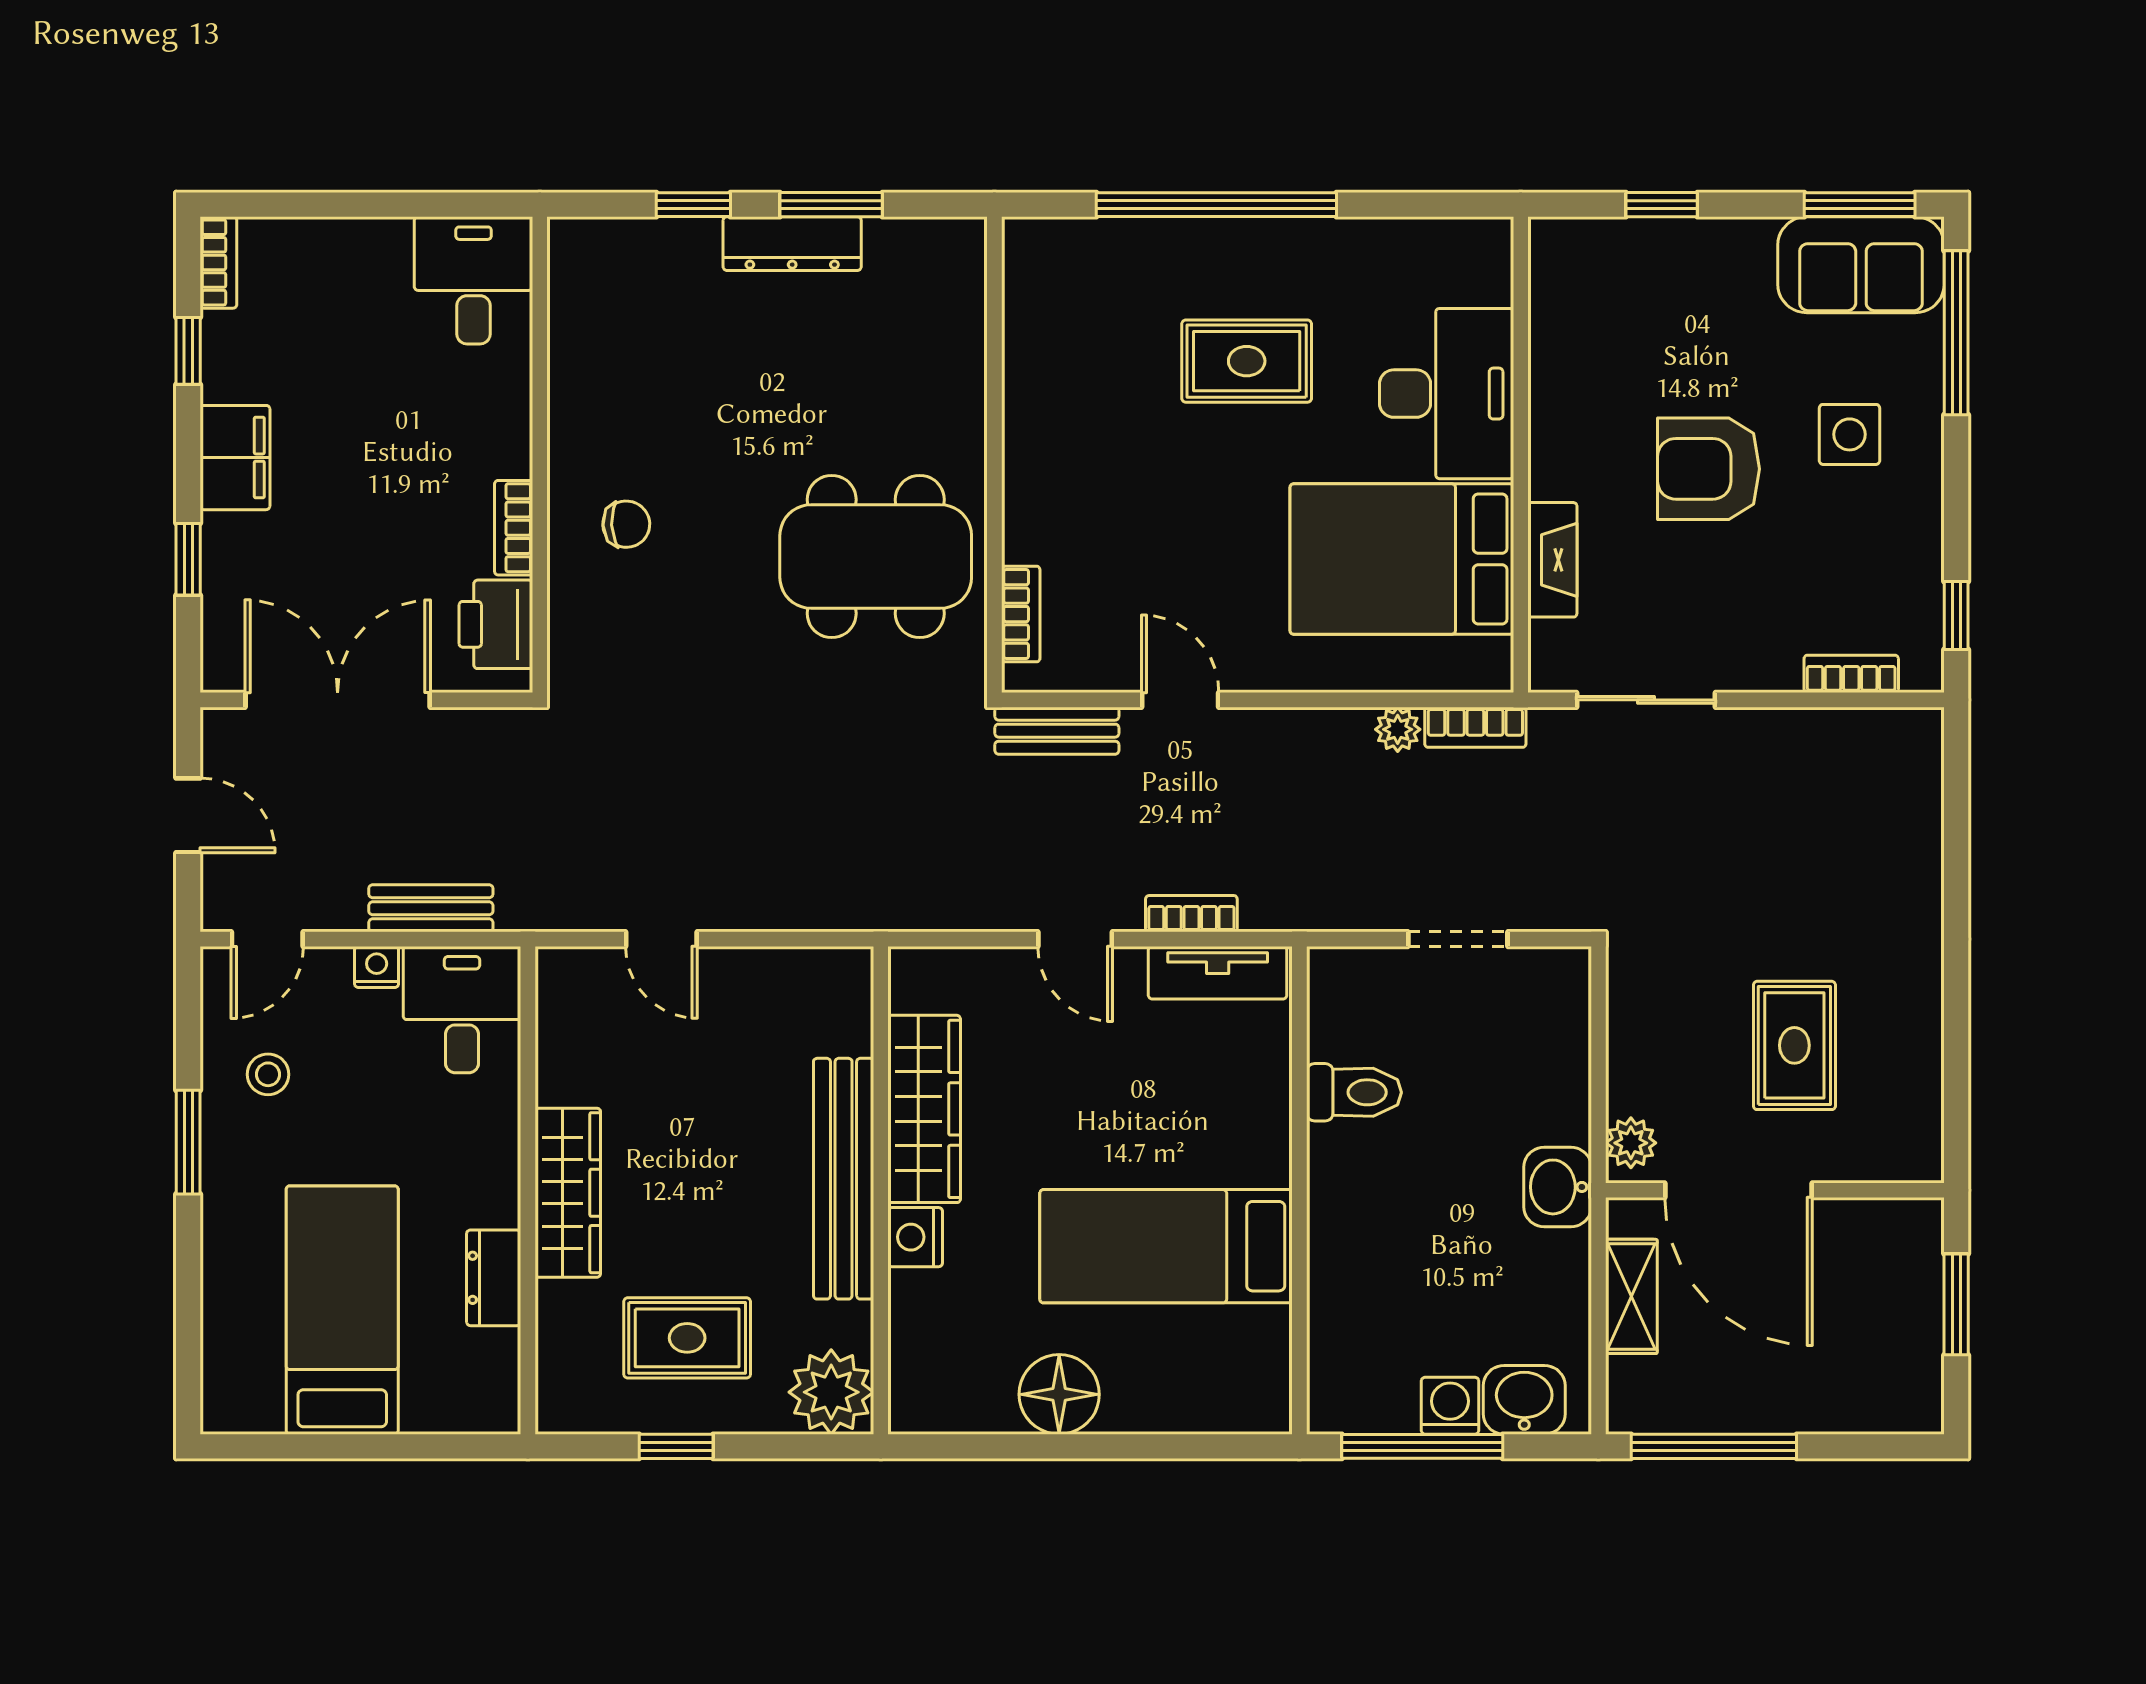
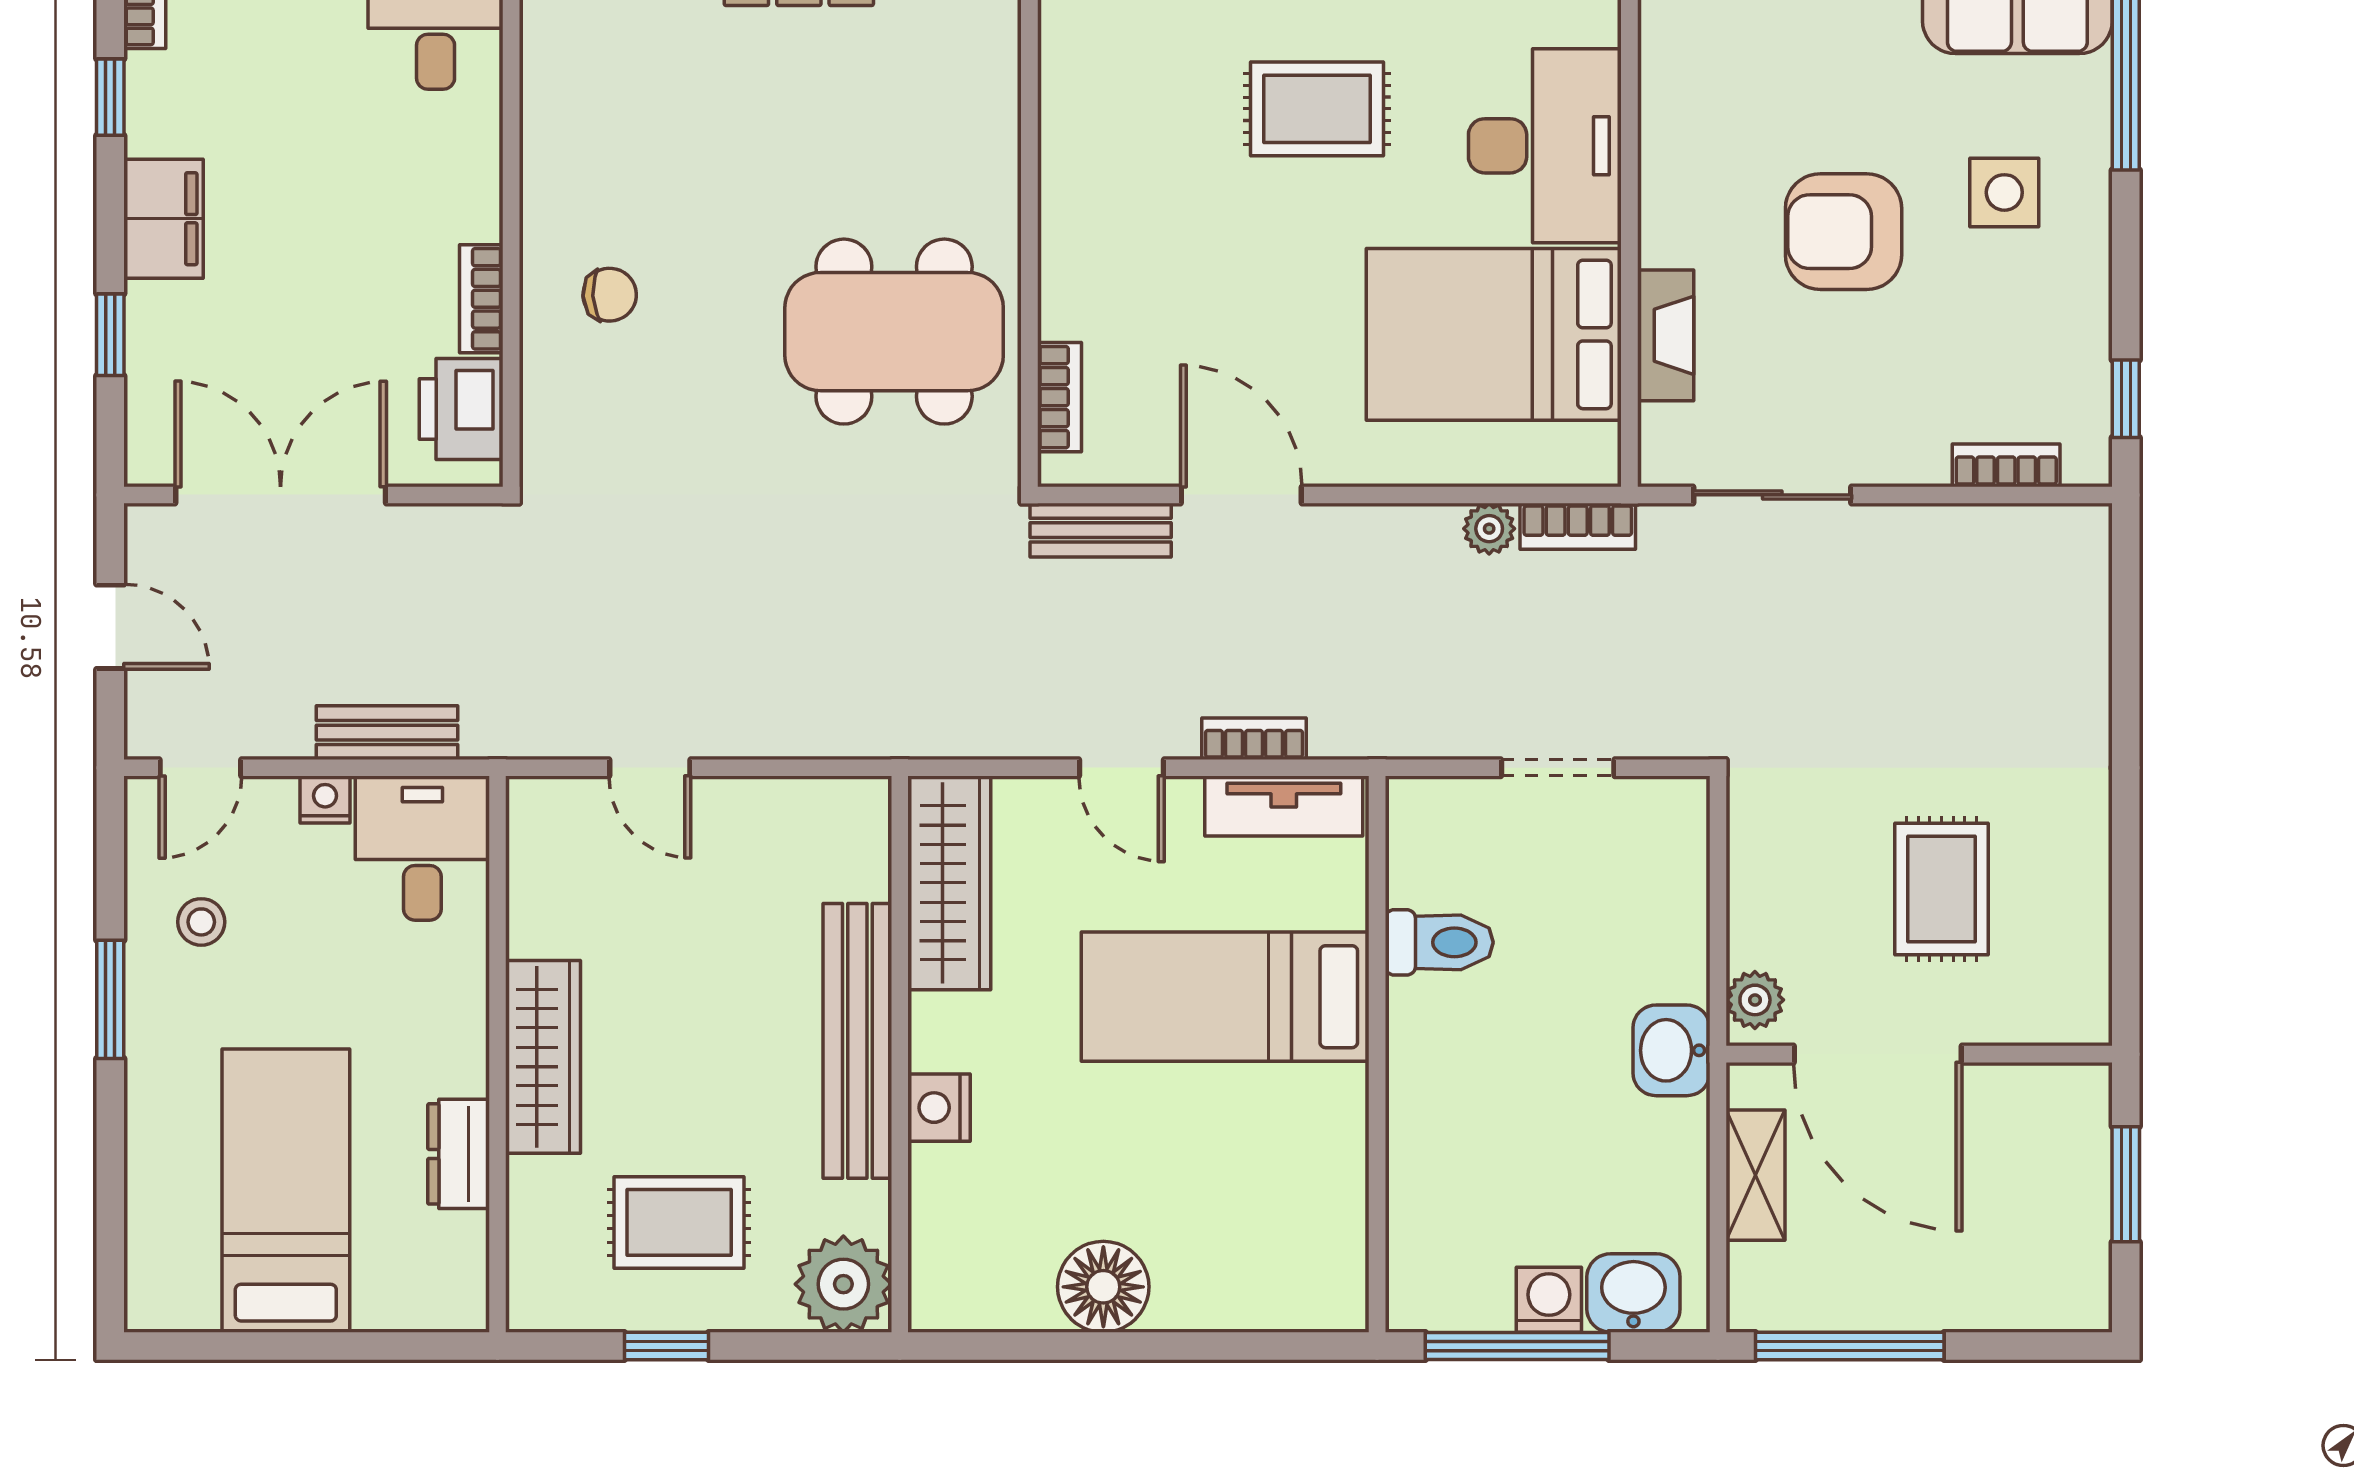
door: (1180, 700) -> (1241, 495), width x1.38
wardrobe: (924, 1109) -> (949, 883), moved
bed: (1166, 1246) -> (1225, 997), moved

